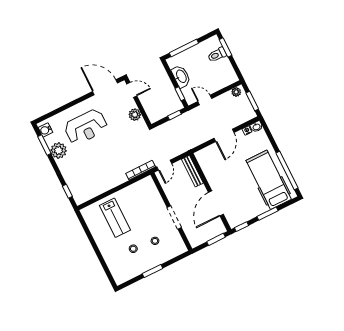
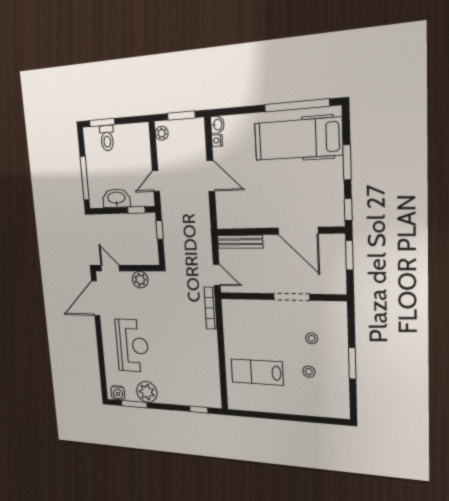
door: (132, 90) -> (110, 268), hinge flipped
lab bench: (115, 218) -> (257, 372), turned 180

